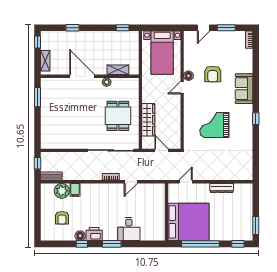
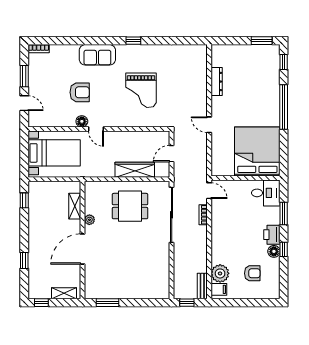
filing cabinet: (75, 190) -> (219, 289), moved
wall: (166, 212) -> (245, 178), moved
bed: (188, 222) -> (257, 151), moved

